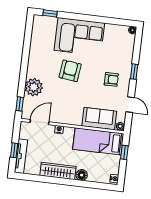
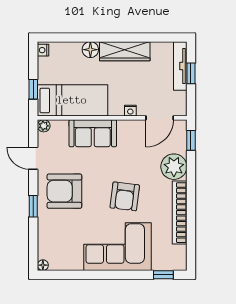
bookcase: (34, 55) -> (180, 213), added
armchair: (111, 79) -> (64, 191), width x1.88, depth x1.88
sofa: (99, 119) -> (93, 133), moved

